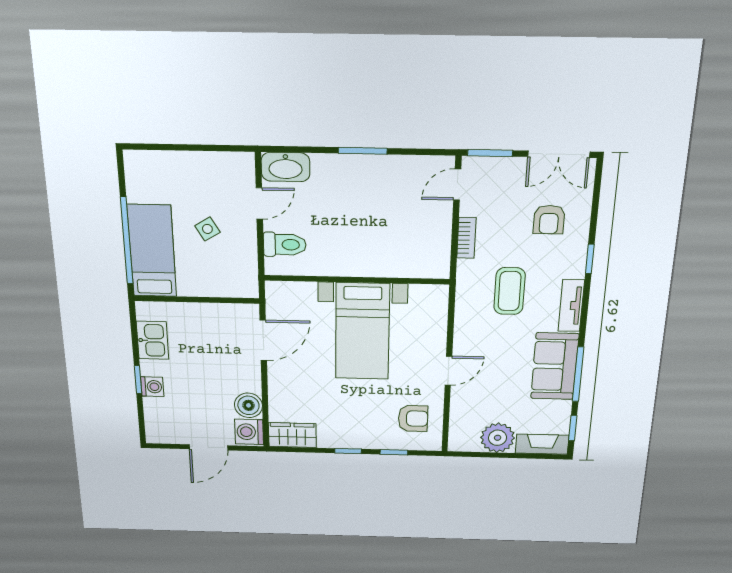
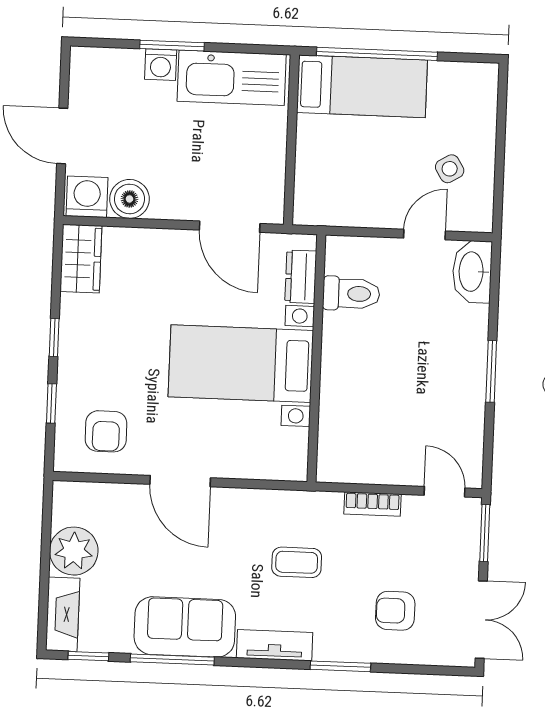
double door: (559, 154) -> (481, 620), swing flipped
door: (259, 203) -> (424, 235), swing flipped
side table: (207, 229) -> (450, 169), moved
toilet: (285, 245) -> (351, 294), moved, turned -90
window: (590, 259) -> (340, 666), width x1.50
coffee table: (510, 291) -> (297, 562), width x0.73, depth x0.77
dresser: (297, 292) -> (301, 277), added
kitchen sink: (153, 340) -> (232, 78), width x1.88, depth x1.24
door: (448, 371) -> (180, 481), width x1.38
window: (138, 380) -> (172, 46), width x1.50

